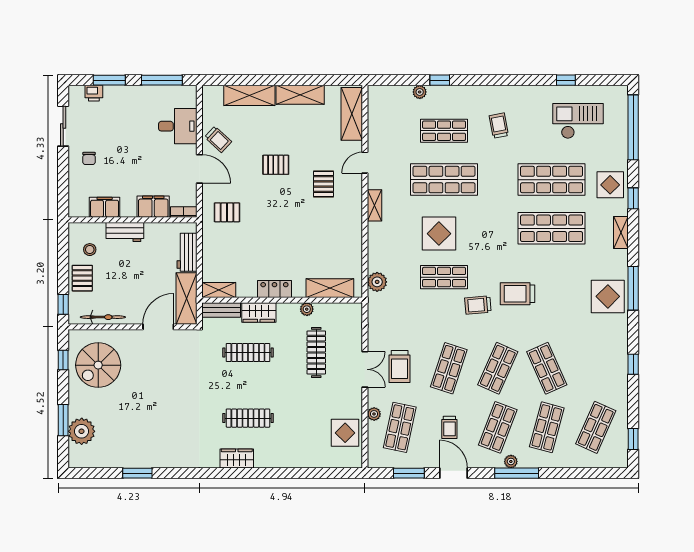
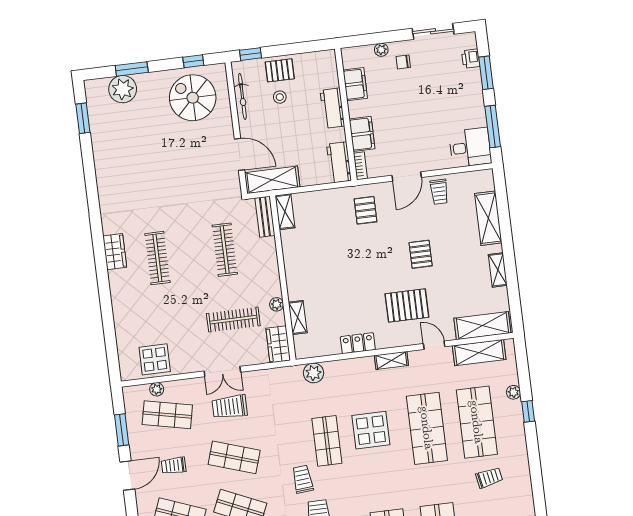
shelving: (300, 95) -> (498, 270), width x0.67, depth x0.75
shelving: (377, 120) -> (479, 353), added
desk: (178, 126) -> (470, 147), moved, turned -90
shop shelf: (444, 131) -> (477, 422), width x1.43, depth x1.36
trolley: (218, 139) -> (439, 192), turned -43
plant: (75, 178) -> (381, 50), added
pallet: (323, 184) -> (407, 305), width x1.50, depth x1.42
stool: (90, 250) -> (280, 97), moved
workbench: (187, 252) -> (339, 162), moved, turned -90
shelving: (330, 288) -> (298, 317), width x0.67, depth x0.75
locker: (274, 289) -> (358, 343), moved, turned -90
wardrobe: (259, 312) -> (278, 344), moved
plant: (374, 414) -> (157, 389), moved
window: (137, 473) -> (83, 118), moved

